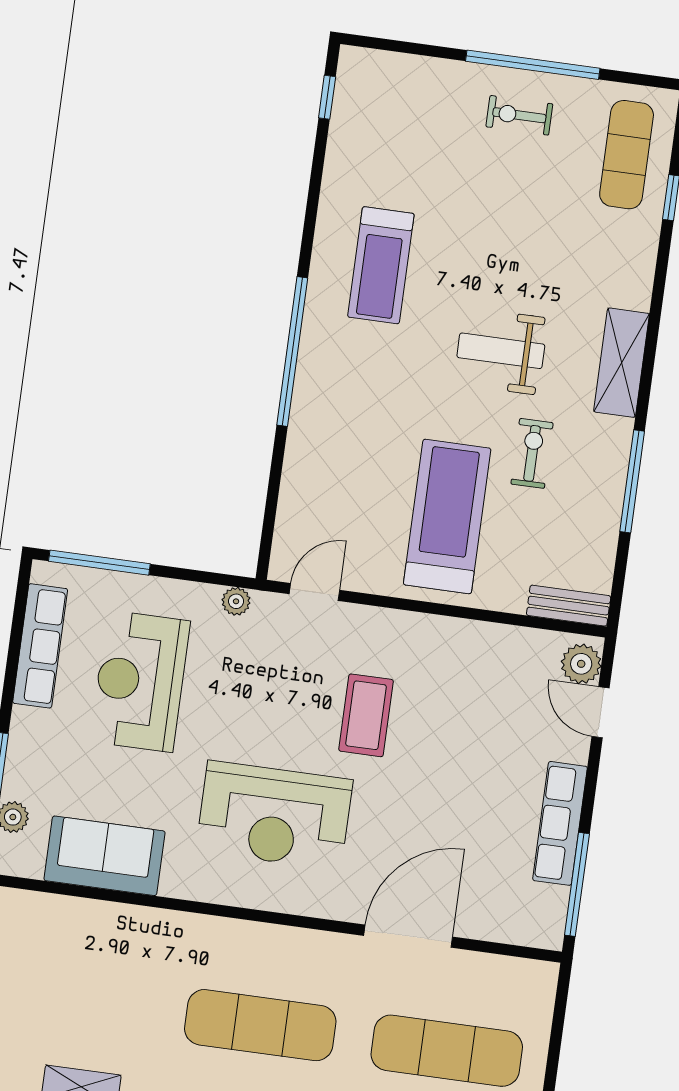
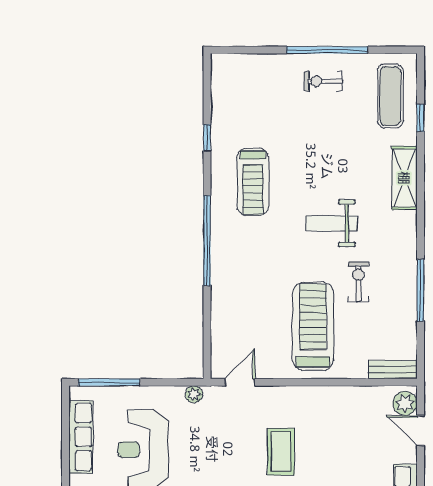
window: (327, 97) -> (207, 138), moved
shelving: (622, 363) -> (404, 178), moved

